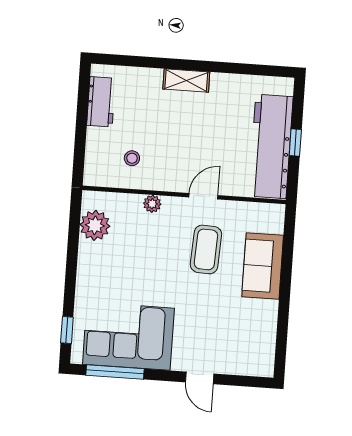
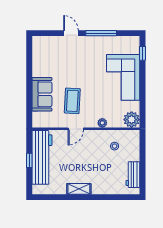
shelving: (186, 81) -> (79, 189), moved
plant: (95, 225) -> (132, 120), moved
corner sofa: (128, 336) -> (123, 77), moved, turned 90
window: (115, 372) -> (101, 33), moved

